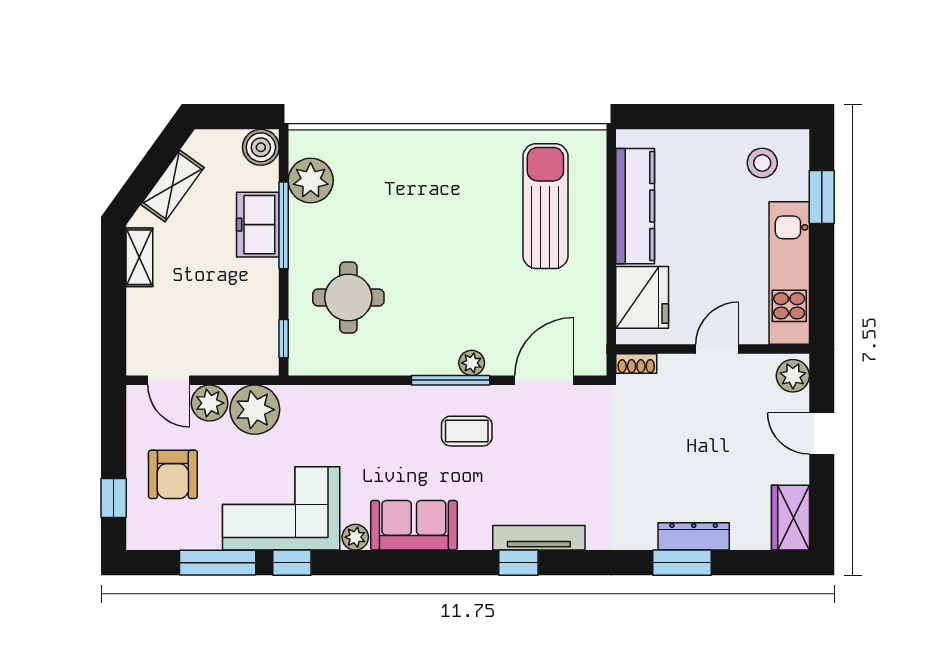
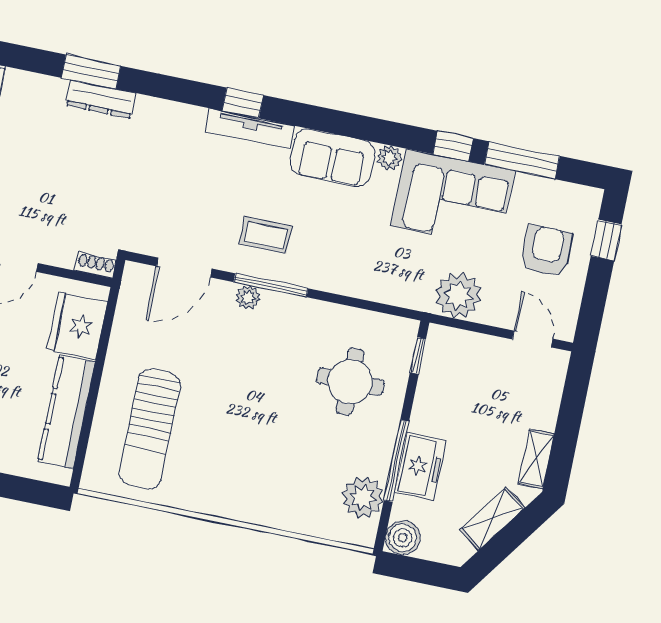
plant: (210, 403) -> (499, 310), removed
dresser: (694, 536) -> (101, 99), moved
tv unit: (539, 538) -> (250, 129), moved

